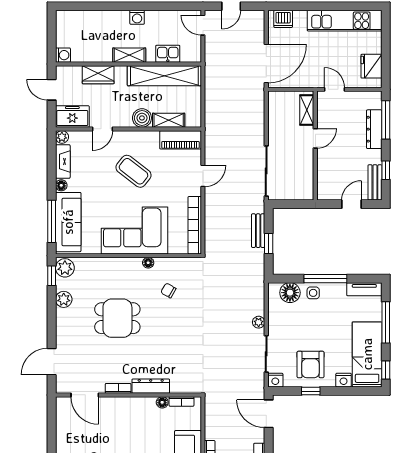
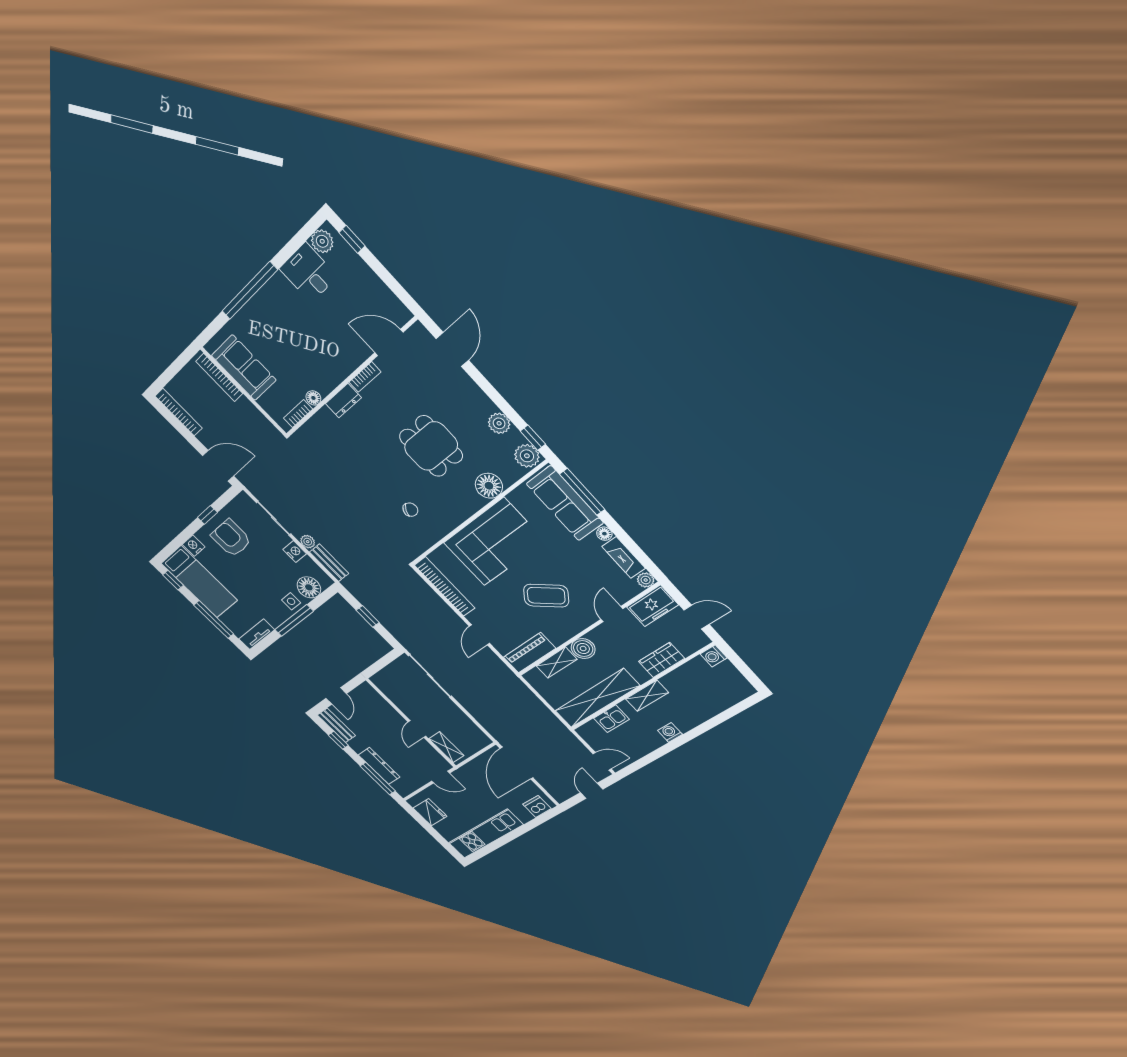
bench: (258, 231) -> (329, 563), moved
floor lamp: (148, 263) -> (489, 486), moved, width x1.89, depth x1.89
dining table: (117, 318) -> (431, 446), turned 90
nightstand: (275, 380) -> (295, 552), moved, turned 90
dresser: (151, 386) -> (343, 401), width x0.70

